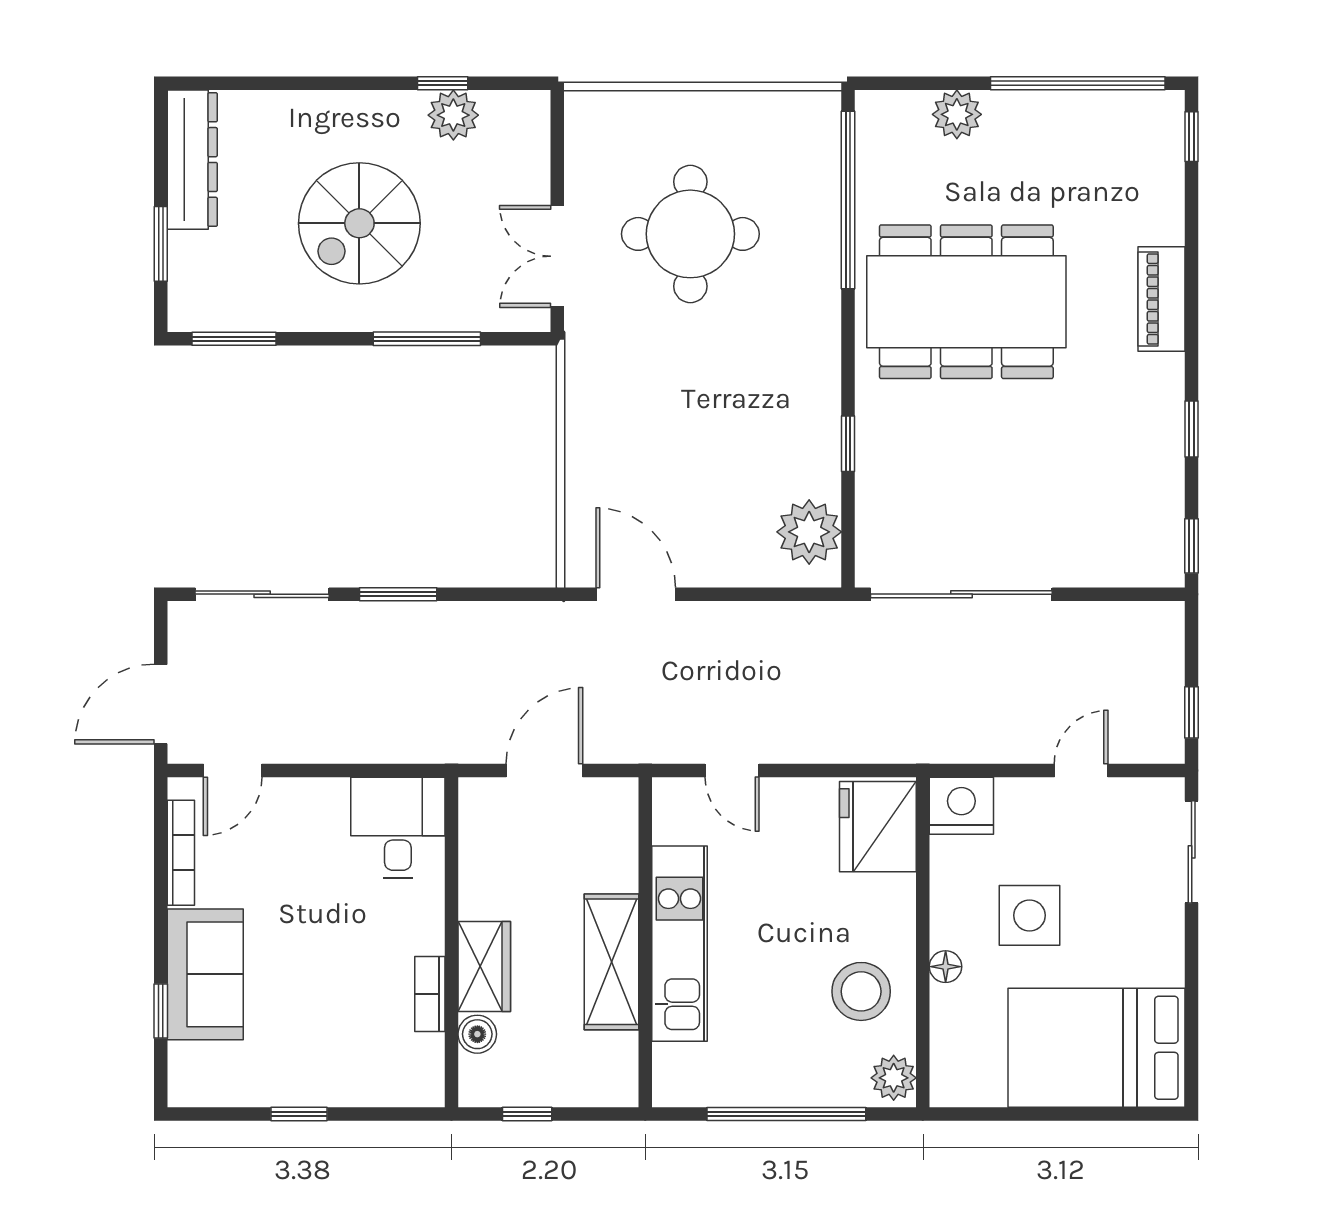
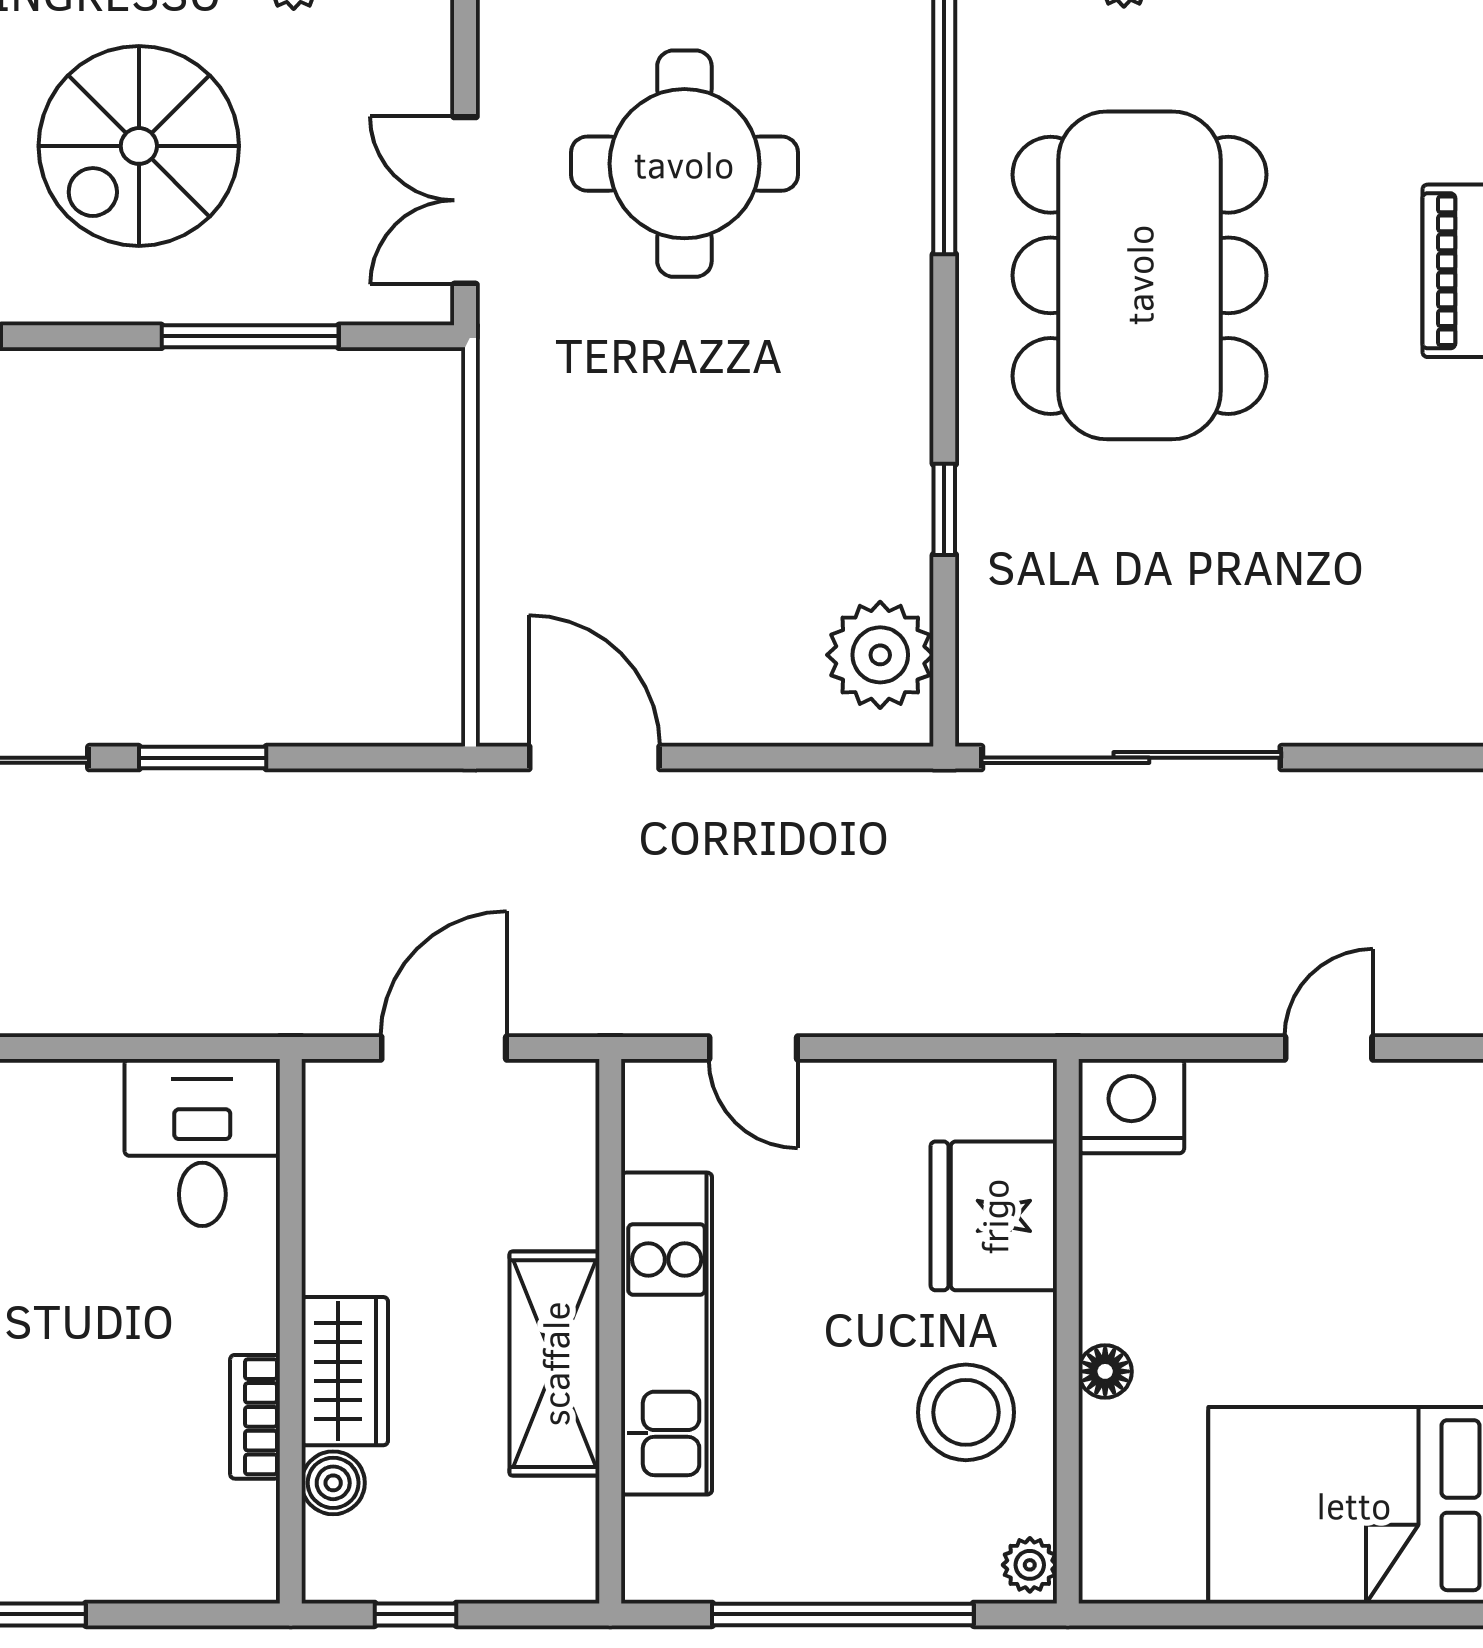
dining table: (966, 302) -> (1139, 275), turned 90
fridge: (878, 827) -> (994, 1216), moved
side table: (1030, 915) -> (1244, 1287), removed
plant: (894, 1078) -> (1030, 1565), width x0.73, depth x0.73

